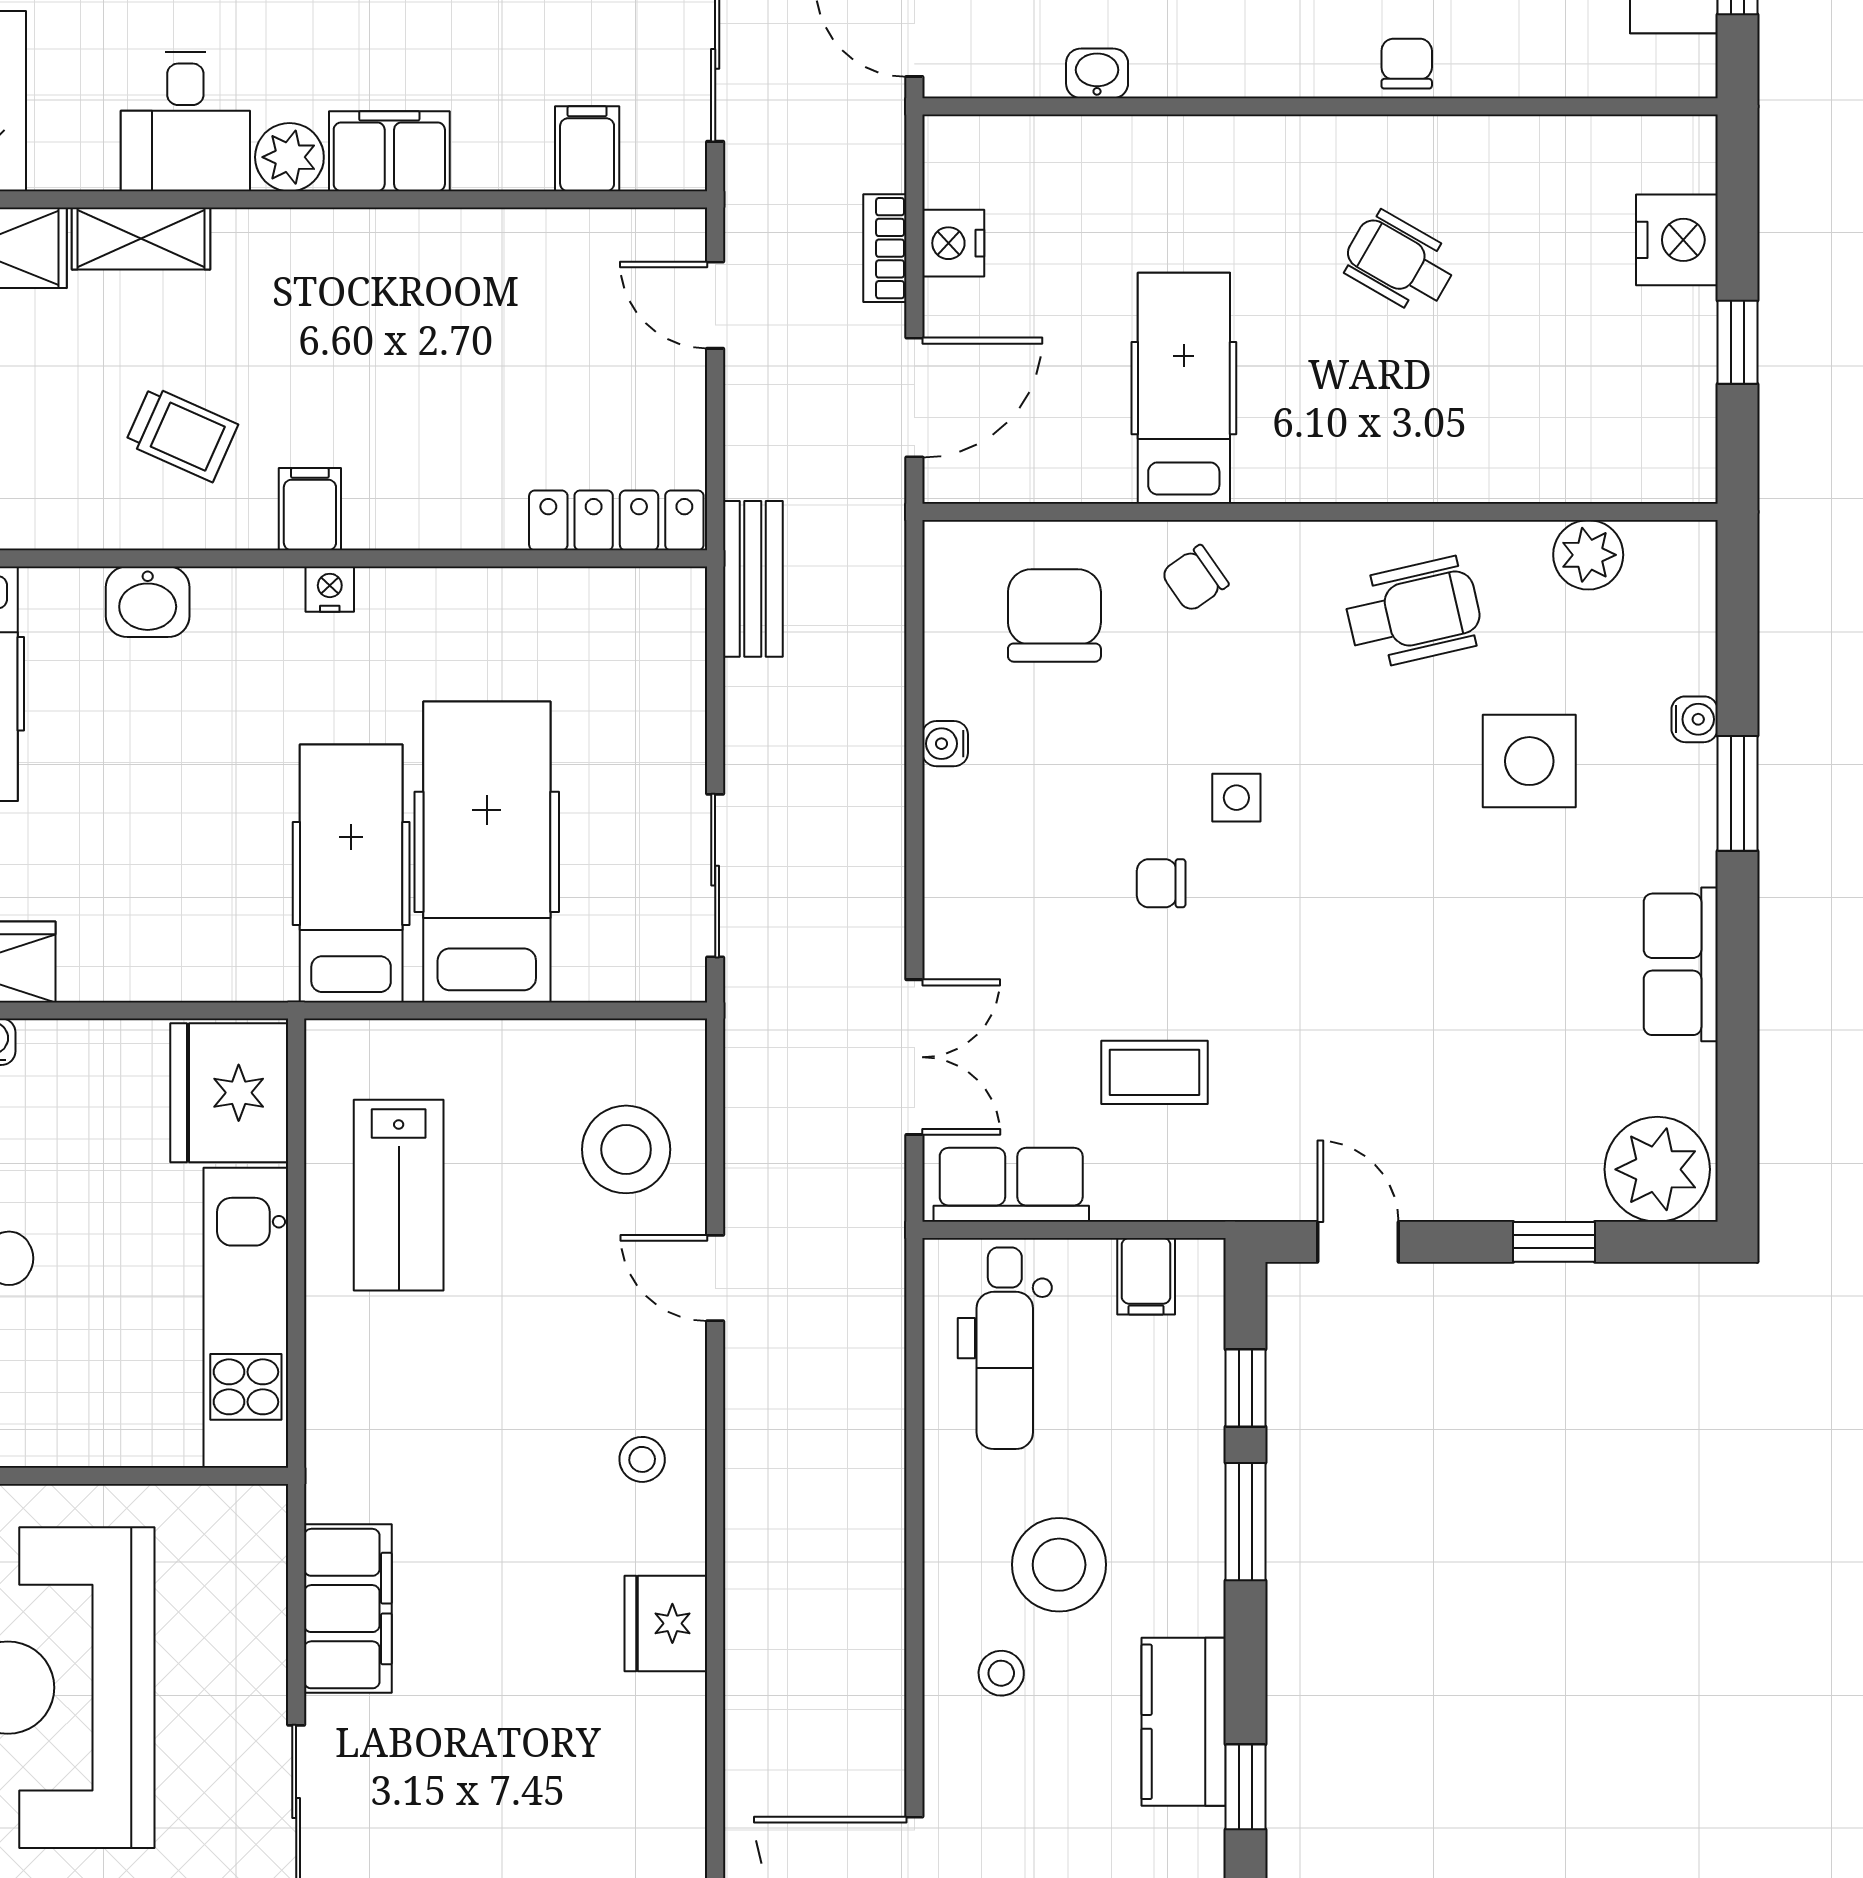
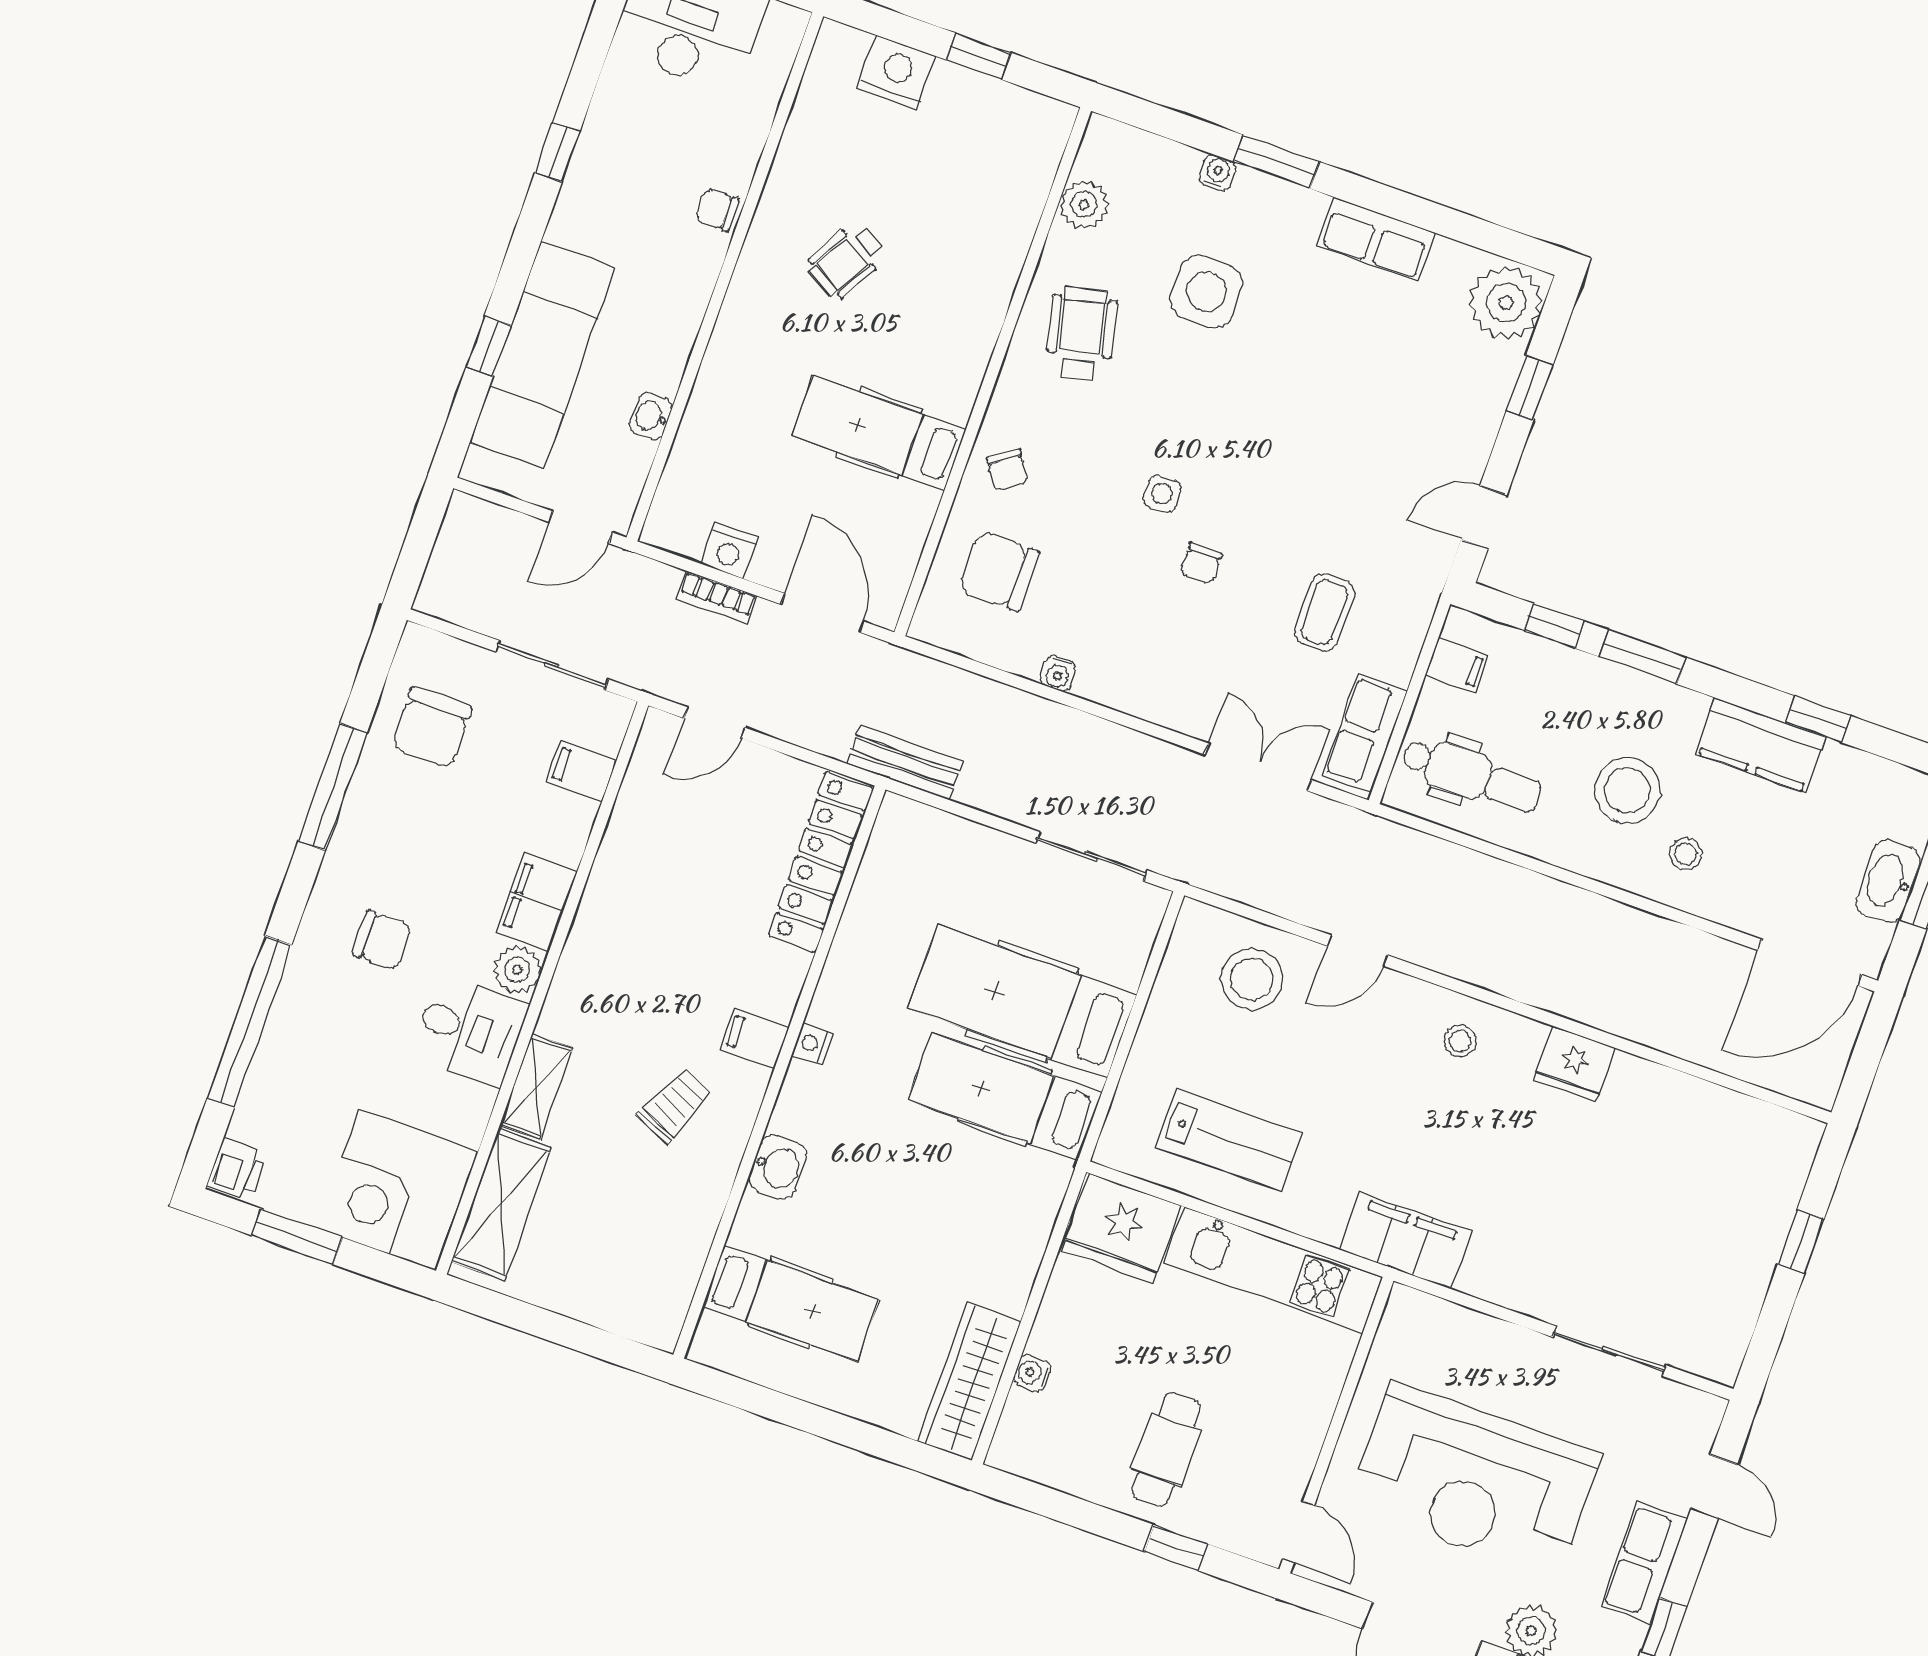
locker: (616, 520) -> (821, 862), width x1.41, depth x1.21
filing cabinet: (348, 1609) -> (1405, 1240), moved

